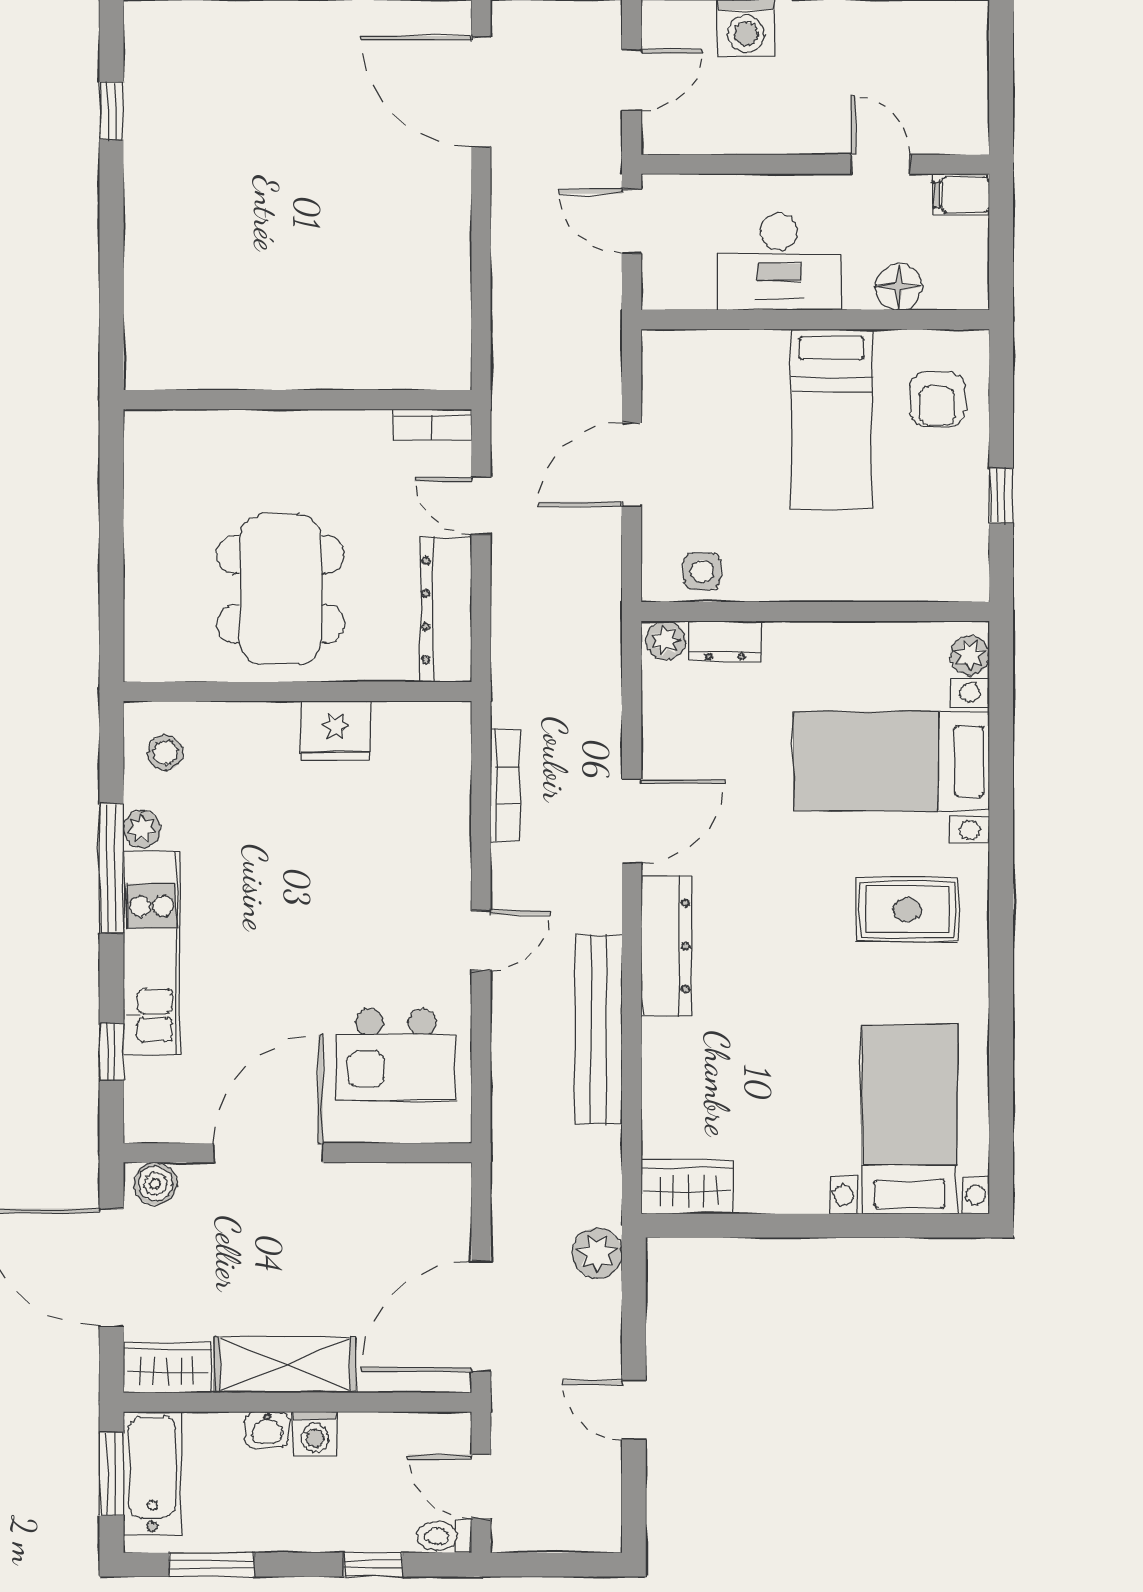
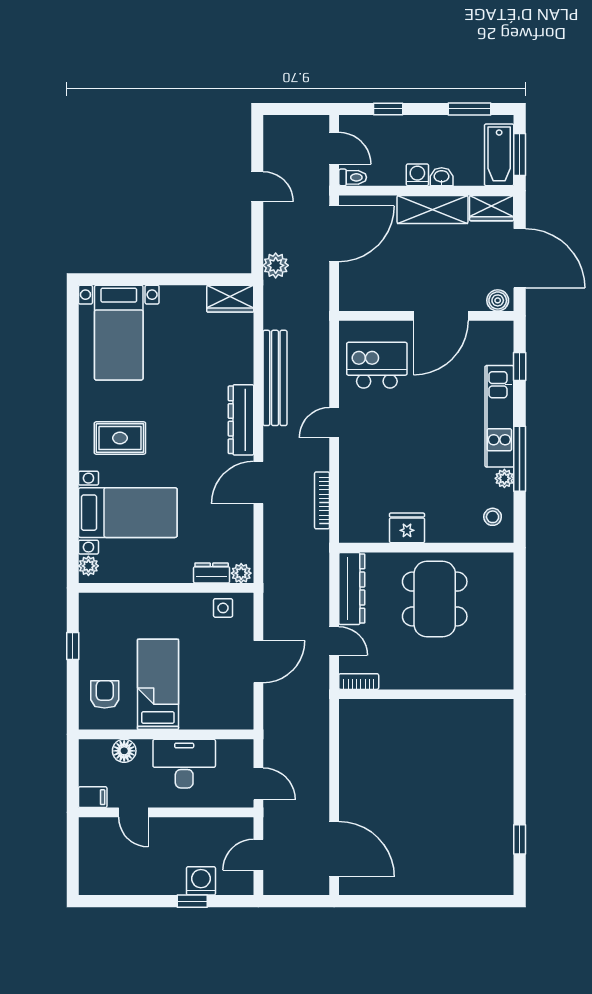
toilet: (444, 1536) -> (353, 177), moved

